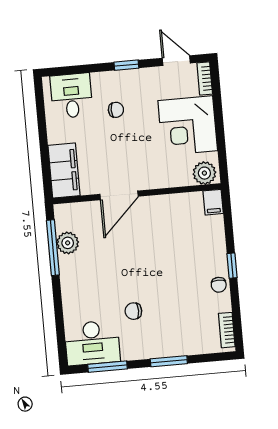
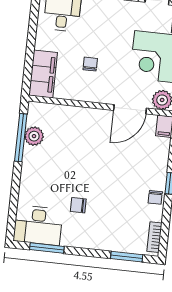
chair: (116, 110) -> (90, 64), moved, turned -90
door: (119, 195) -> (130, 109), moved
window: (169, 361) -> (127, 257), moved

